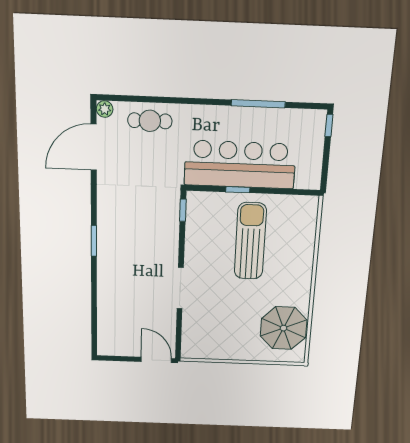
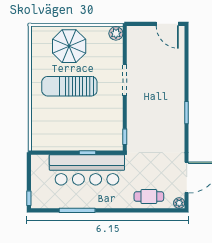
sun lounger: (250, 241) -> (69, 86), moved, turned 90
parasol: (284, 328) -> (69, 46), moved
plant: (190, 349) -> (116, 33), added
door: (156, 360) -> (167, 24), moved

